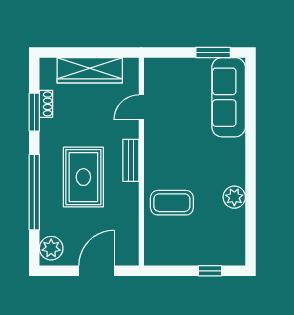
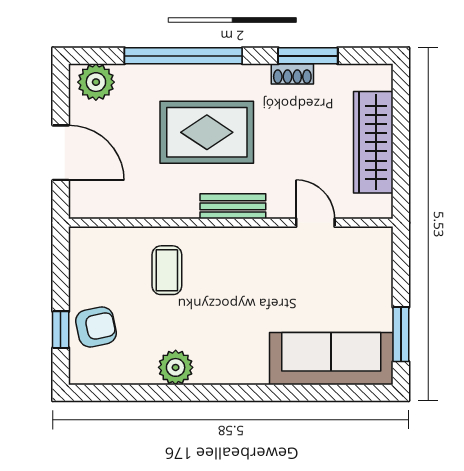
shoe rack: (46, 104) -> (292, 74), moved
coffee table: (172, 203) -> (167, 270), width x0.73, depth x0.77
armchair: (208, 248) -> (96, 327), added

